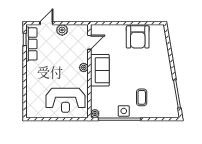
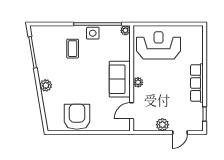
row of seats: (31, 44) -> (197, 83), moved
plant: (165, 65) -> (46, 85), added

